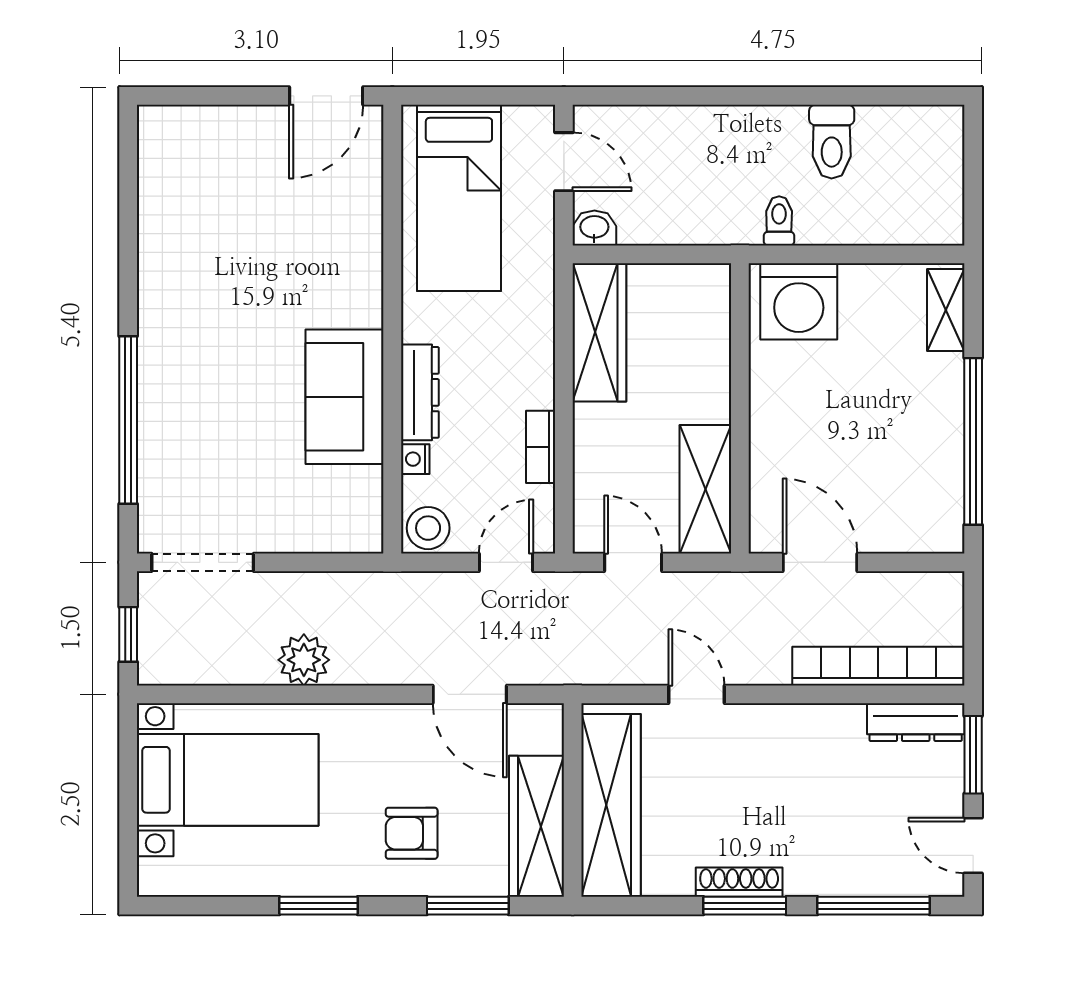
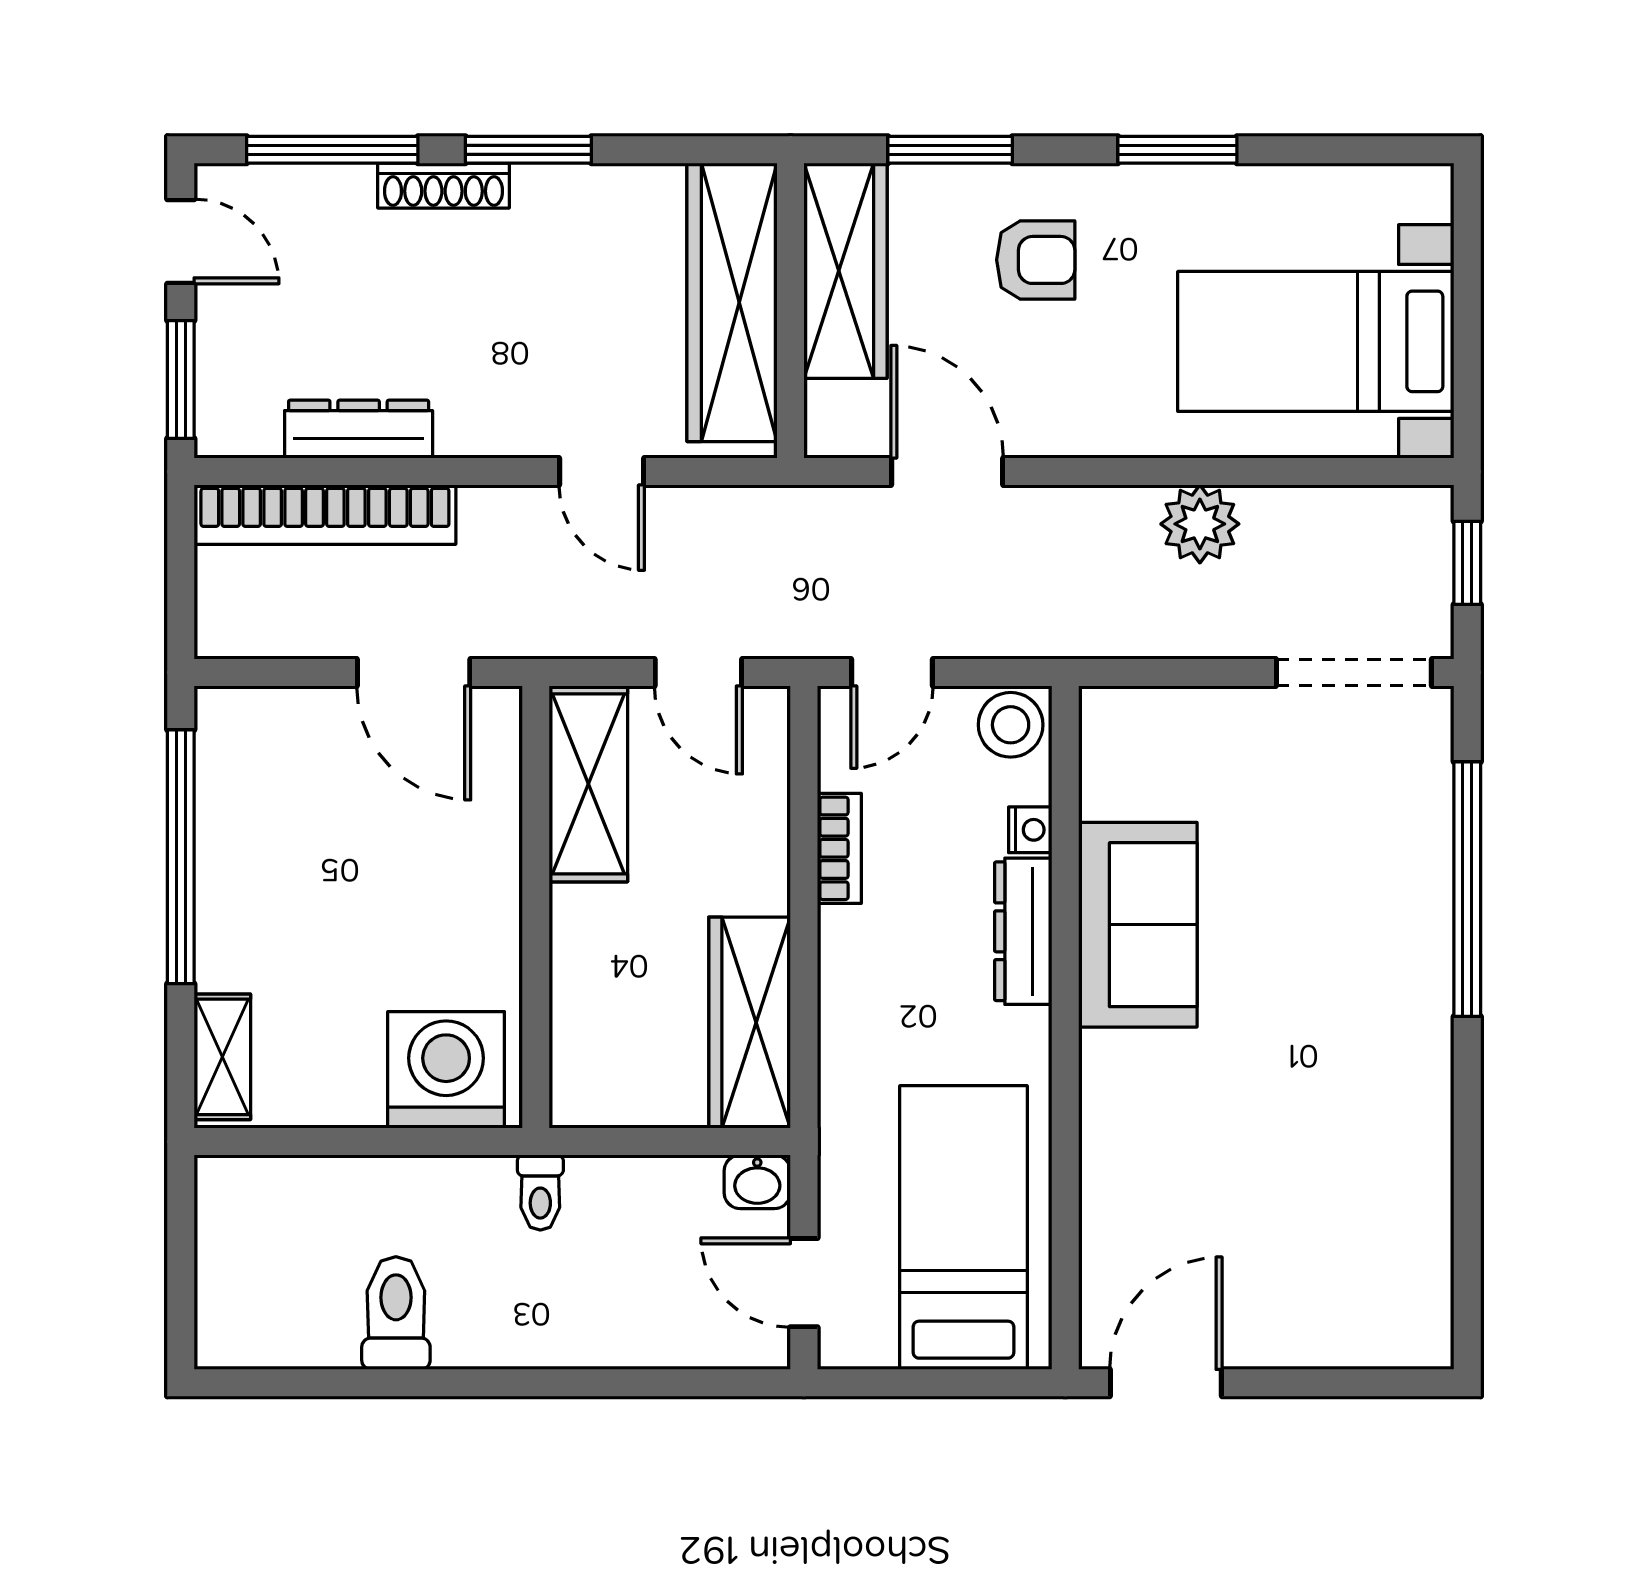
toilet: (779, 221) -> (540, 1193), moved
dresser: (916, 722) -> (359, 429), moved
shoe rack: (739, 882) -> (443, 186), moved

